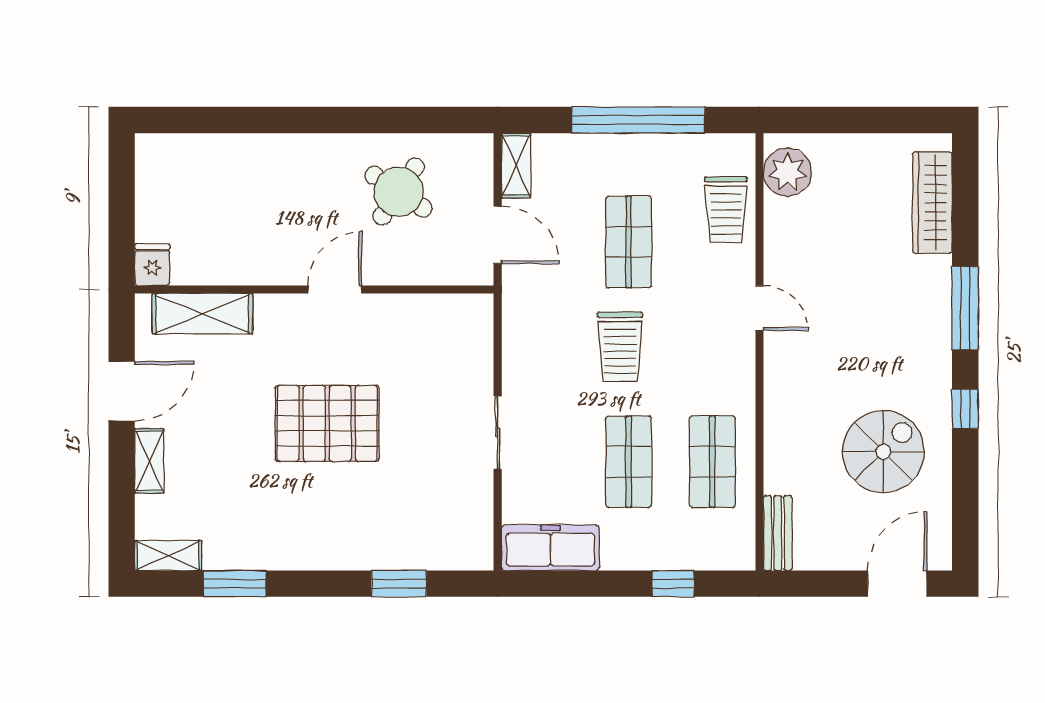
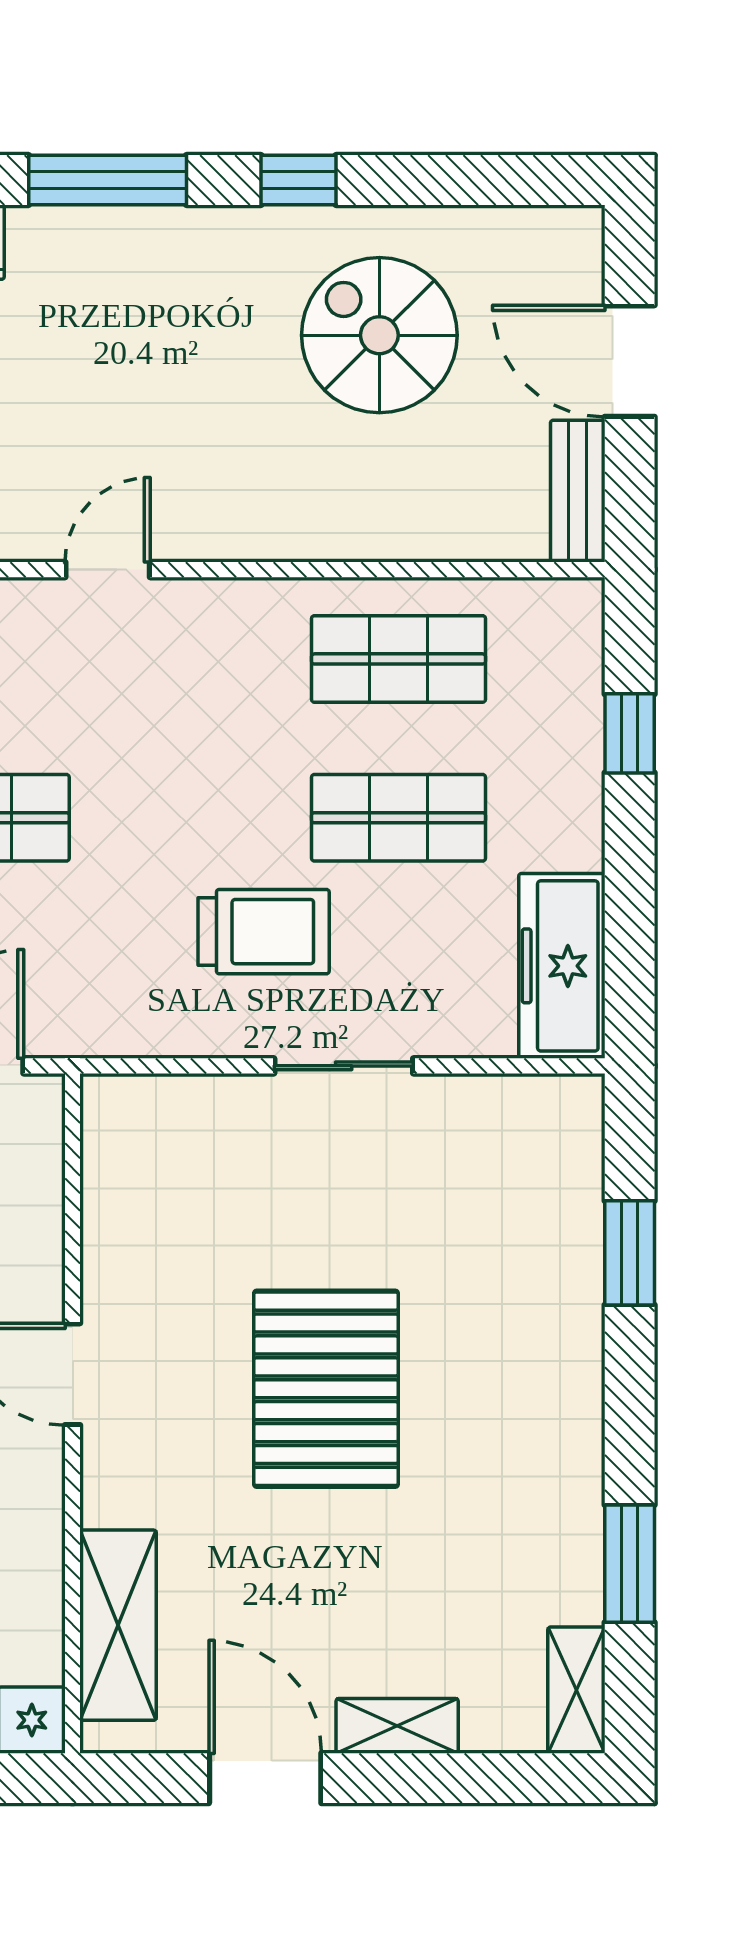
trolley: (620, 347) -> (264, 932), moved
bench: (778, 533) -> (578, 491), moved, turned 90
door: (897, 584) -> (630, 361), moved

